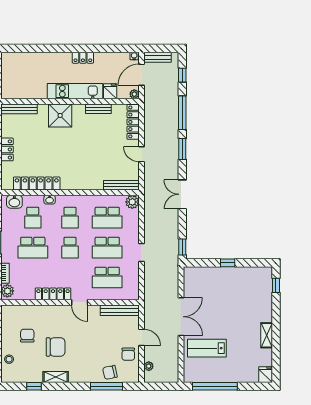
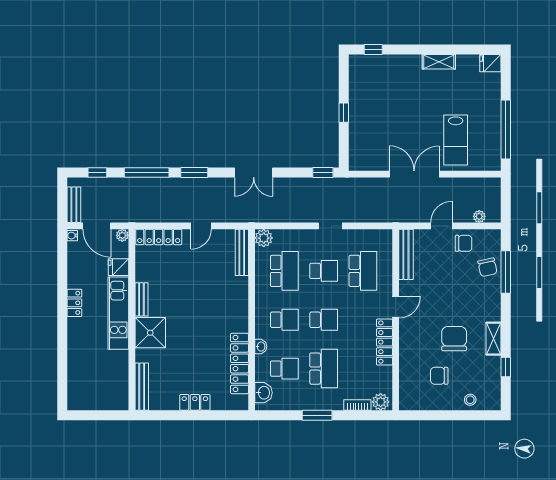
bench: (98, 109) -> (141, 299), moved
school desk: (107, 248) -> (324, 271), width x0.54

